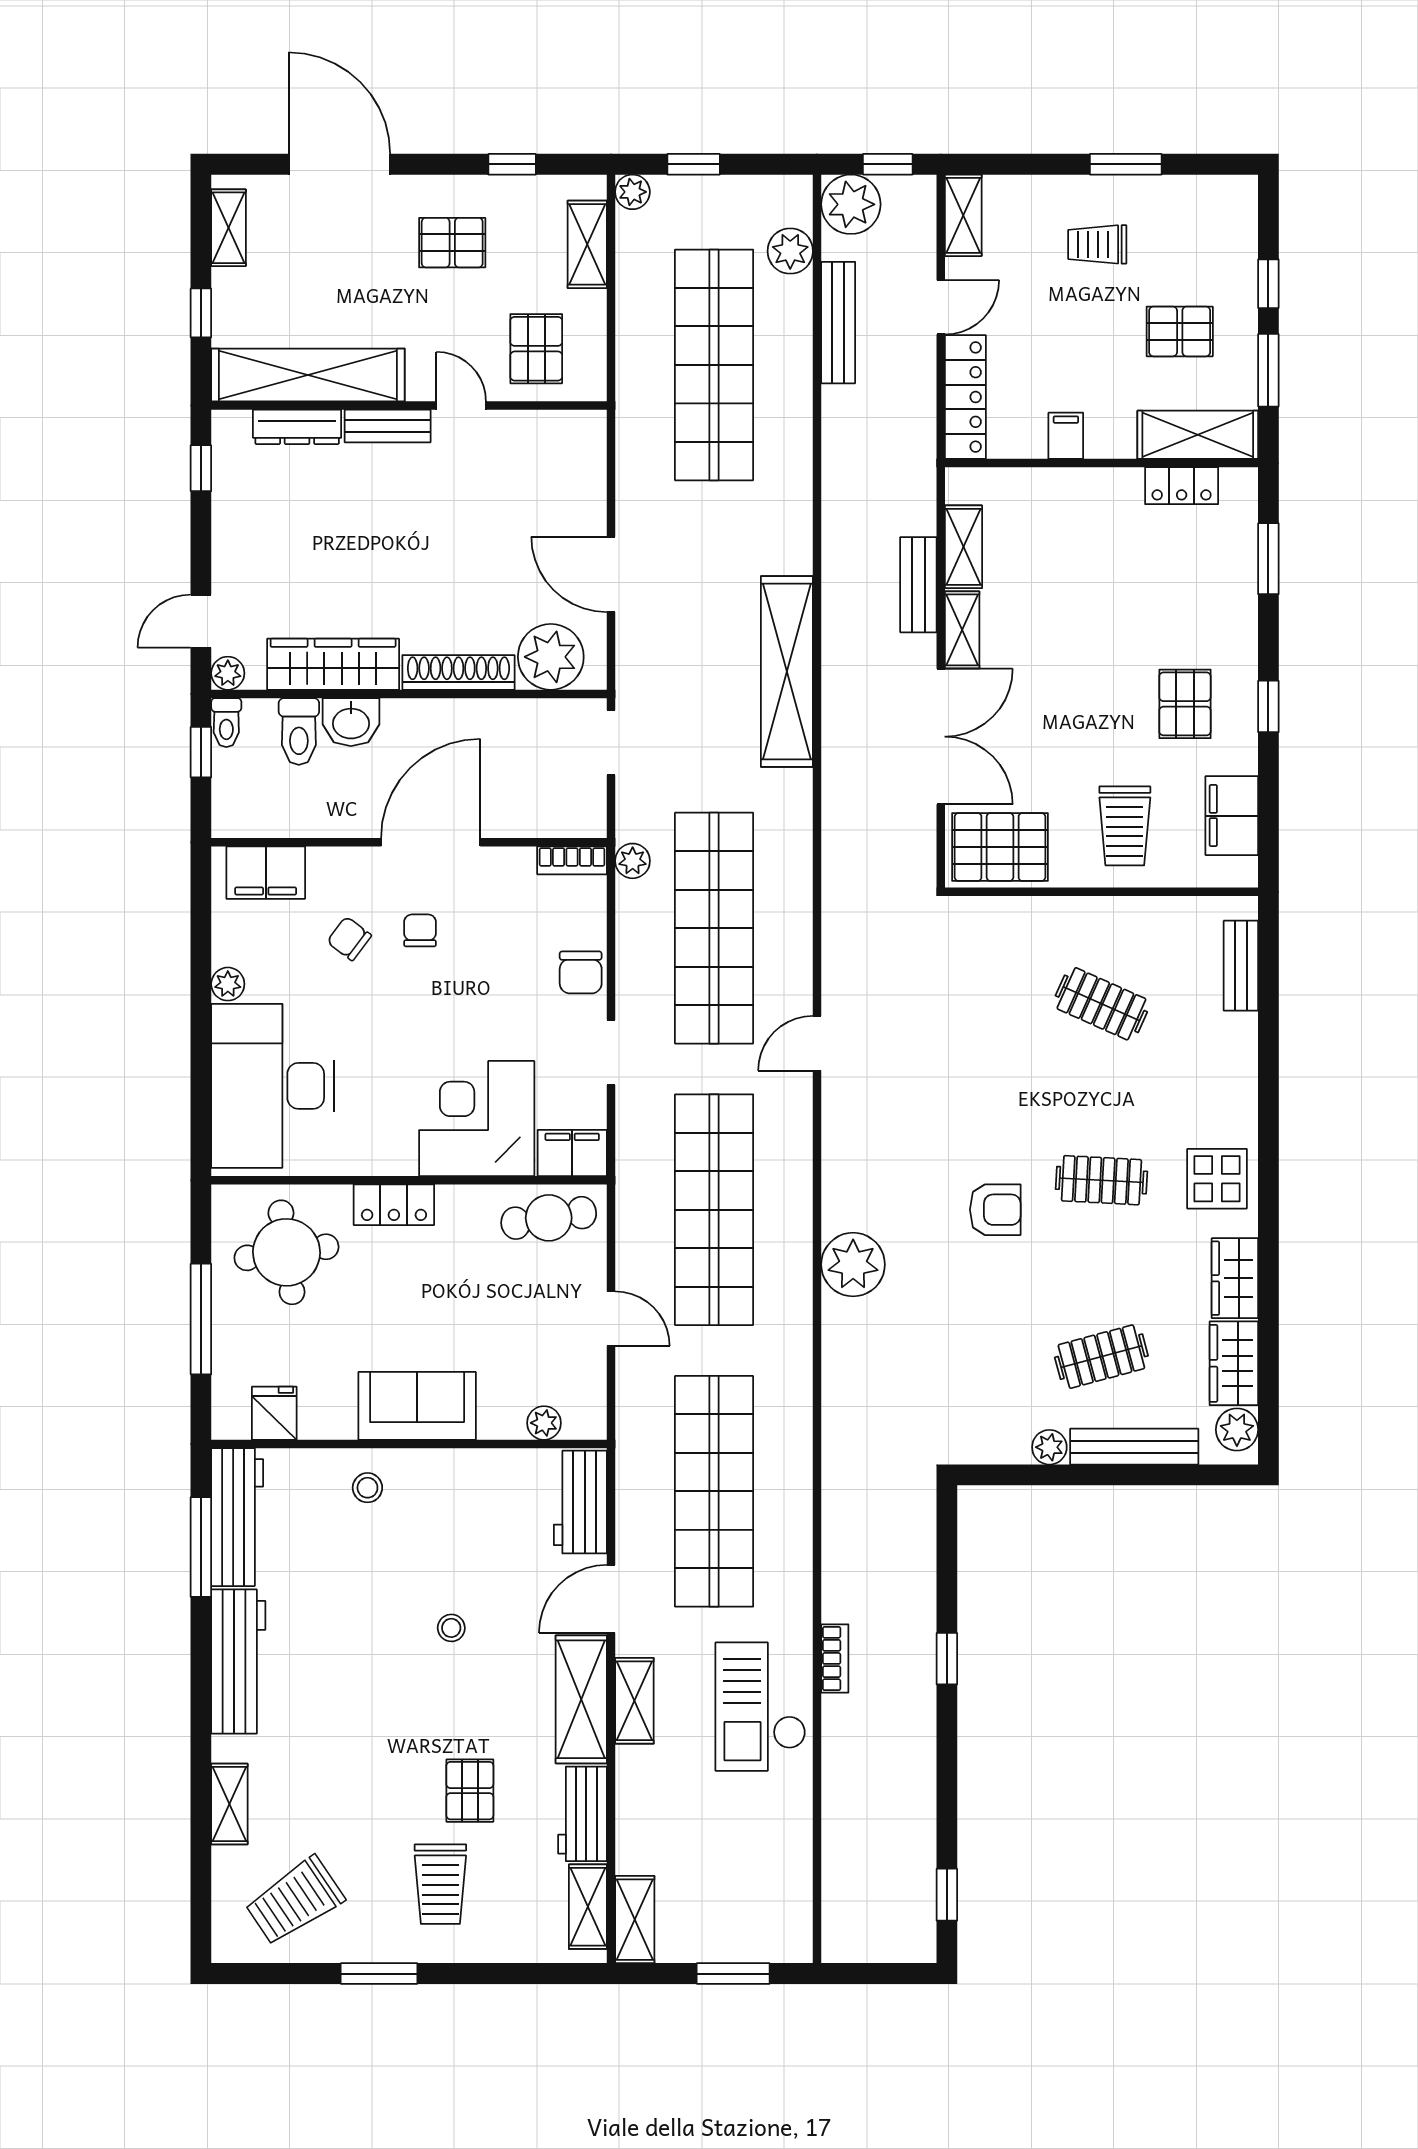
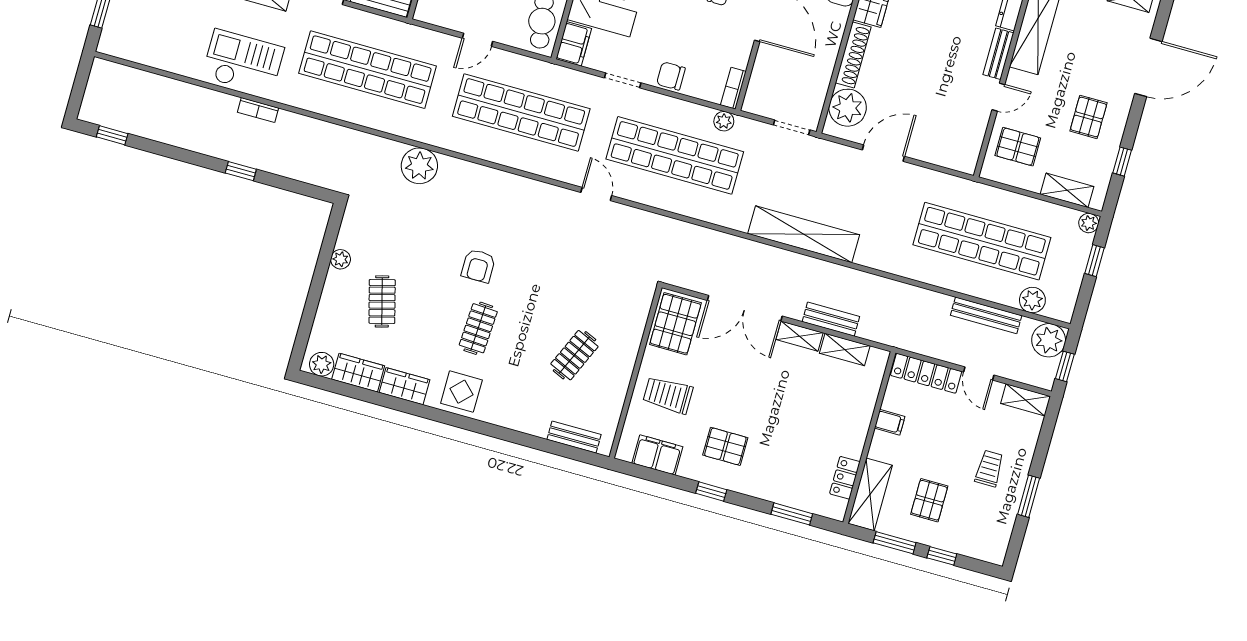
plant: (853, 1265) -> (419, 166), moved
bench: (1134, 1447) -> (328, 306), removed

